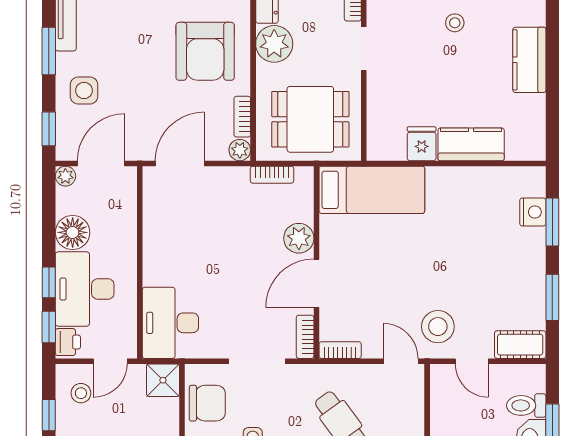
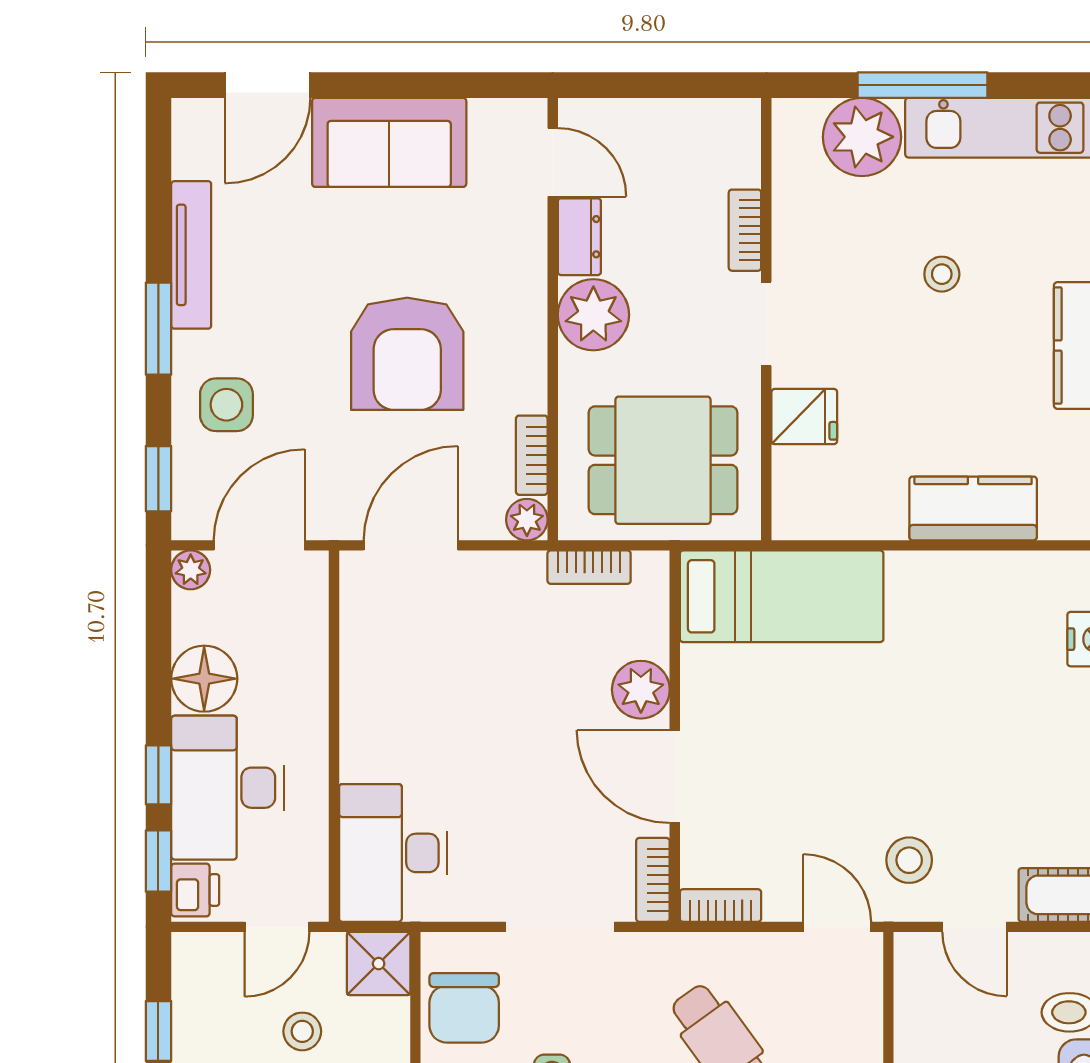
armchair: (205, 51) -> (407, 354), moved
fridge: (422, 144) -> (804, 416), moved, turned 90
door: (316, 283) -> (675, 777), hinge flipped
stool: (438, 327) -> (909, 860), width x0.73, depth x0.73
stool: (81, 393) -> (302, 1031), moved
chair: (207, 403) -> (464, 1008), turned 90

